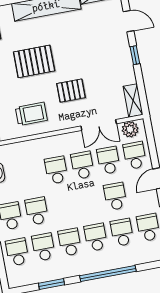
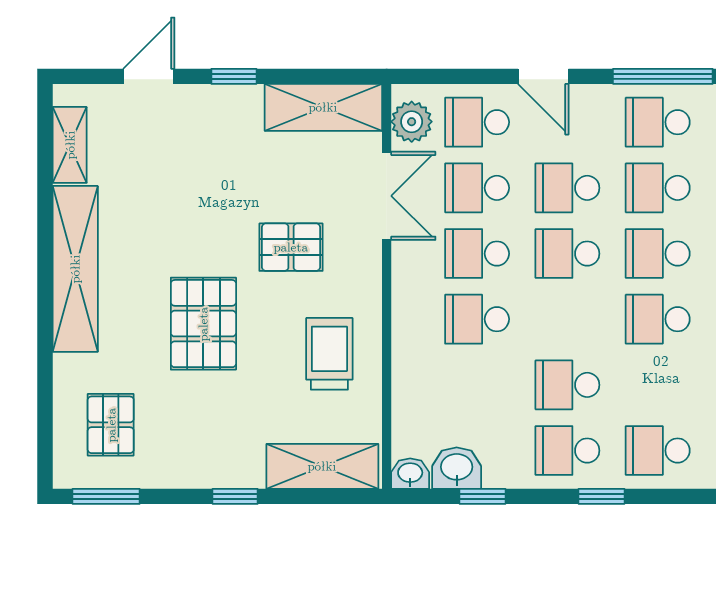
pallet: (71, 91) -> (291, 247), turned 90
shelving: (133, 100) -> (323, 107), width x1.50, depth x1.33
school desk: (44, 247) -> (567, 254), moved

